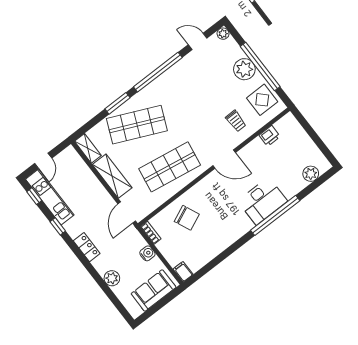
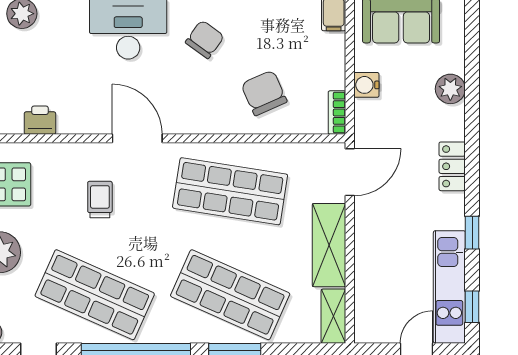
shop shelf: (192, 82) -> (95, 295), added
trolley: (236, 121) -> (100, 200), moved
chair: (228, 221) -> (205, 39), added

